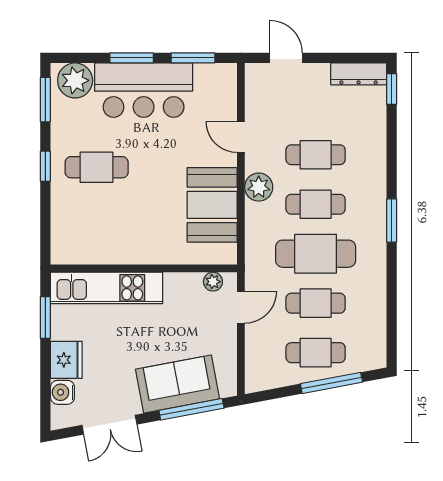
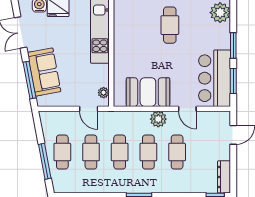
bar counter: (144, 90) -> (214, 78), moved
door: (241, 137) -> (187, 109), swing flipped
cafe table: (316, 254) -> (120, 152), width x0.73, depth x0.74

